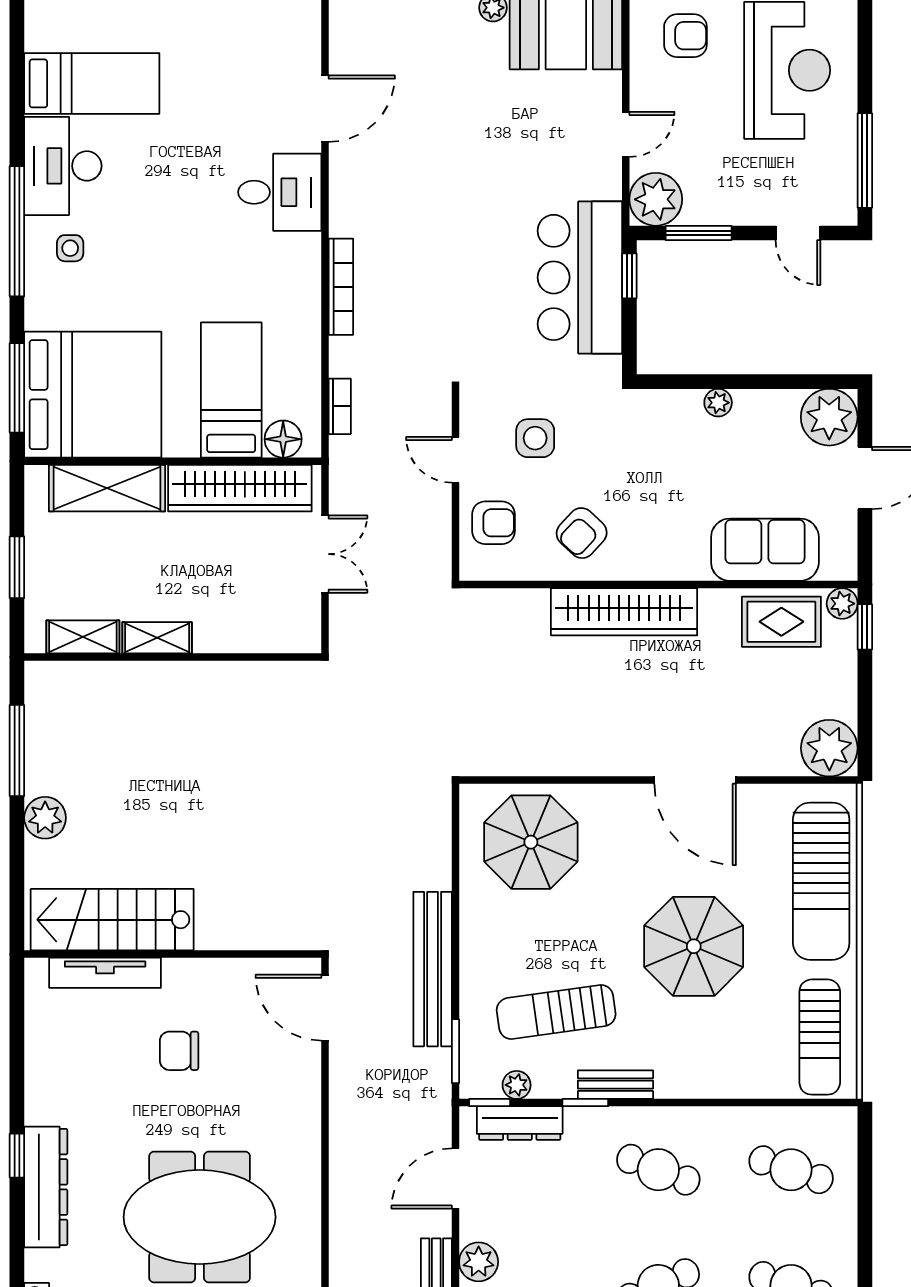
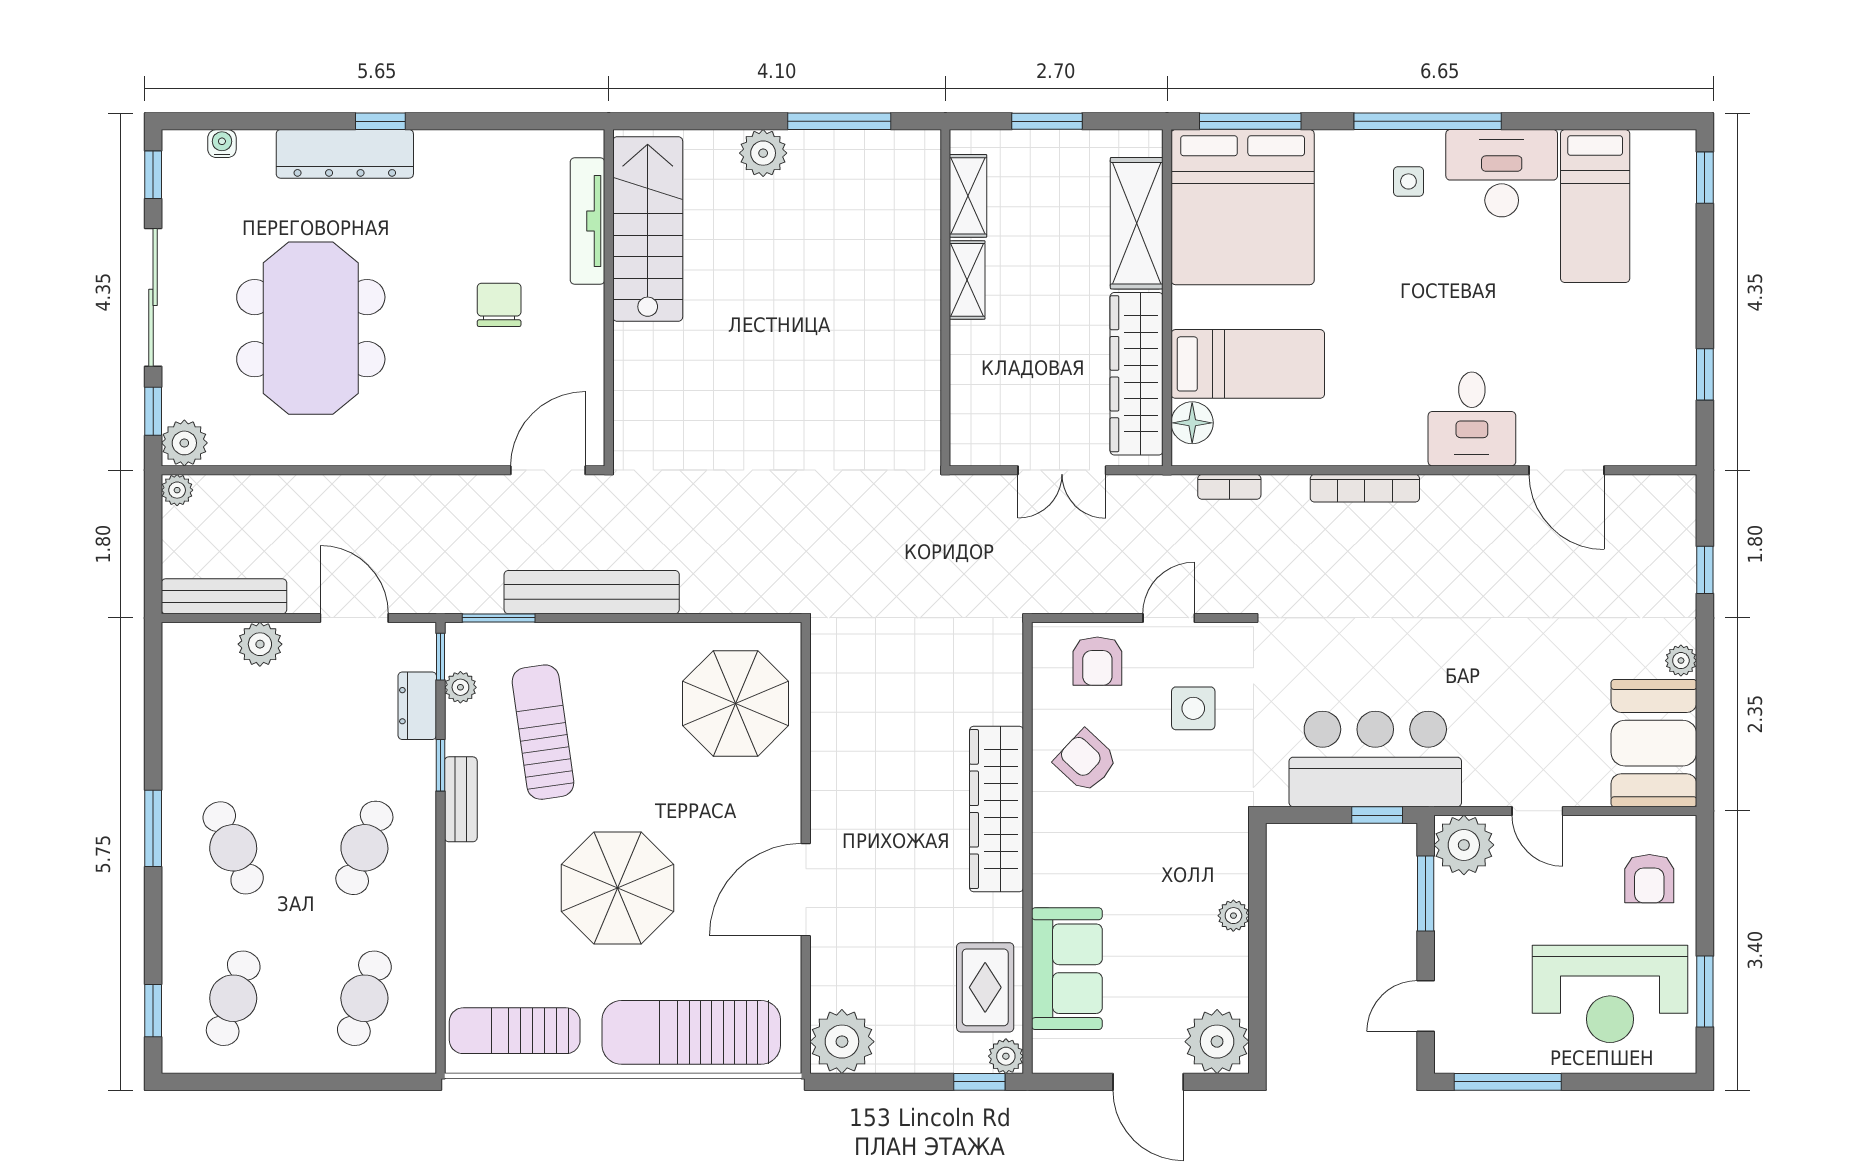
dresser: (520, 1123) -> (417, 706), width x0.70

